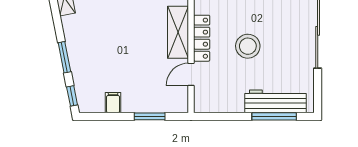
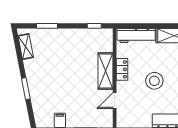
locker: (202, 38) -> (122, 69), width x0.66
window: (72, 96) -> (31, 116), removed

